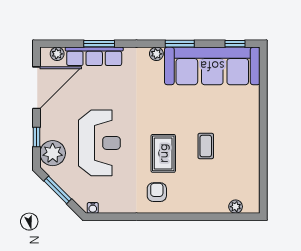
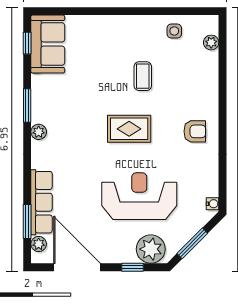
window: (99, 44) -> (27, 221), moved
sofa: (212, 66) -> (48, 44), width x0.54, depth x0.79
coffee table: (206, 146) -> (143, 76), turned 90
rug: (163, 153) -> (129, 129), moved
side table: (246, 174) -> (174, 31), added
armchair: (157, 192) -> (195, 131), turned 180

